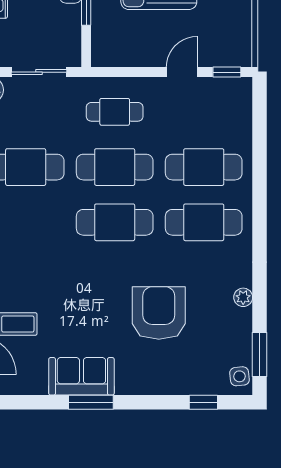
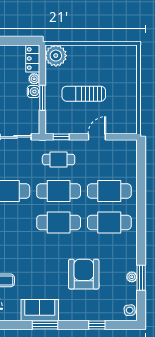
window: (227, 72) -> (61, 137), moved
plant: (243, 297) -> (132, 277), moved
window: (260, 355) -> (141, 278), moved
window: (203, 402) -> (97, 325), moved

